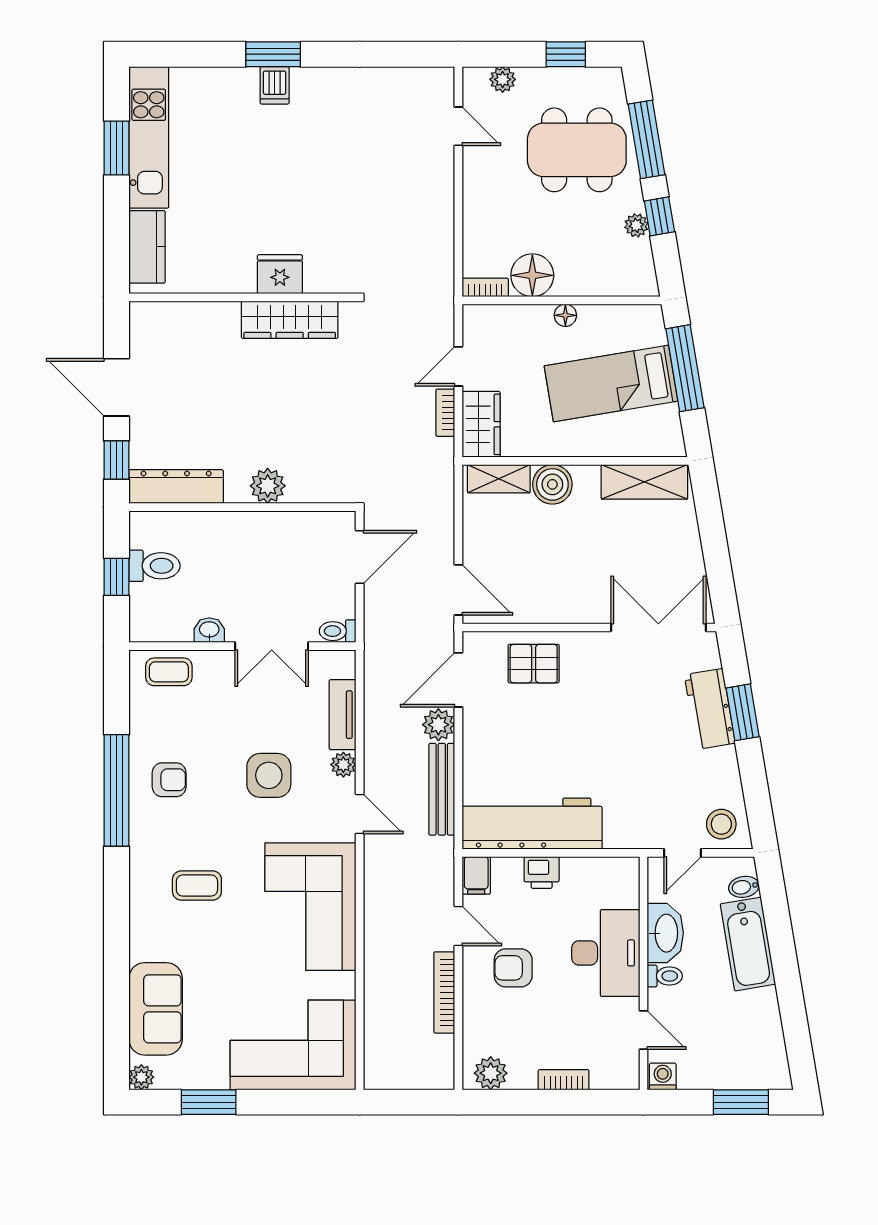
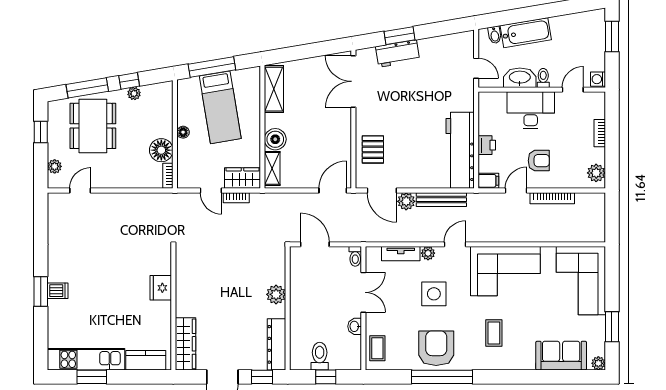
wardrobe: (290, 320) -> (185, 344), moved
armchair: (169, 780) -> (436, 348), width x1.88, depth x1.88
stool: (721, 824) -> (460, 47), removed
armchair: (513, 968) -> (539, 161), turned -90

